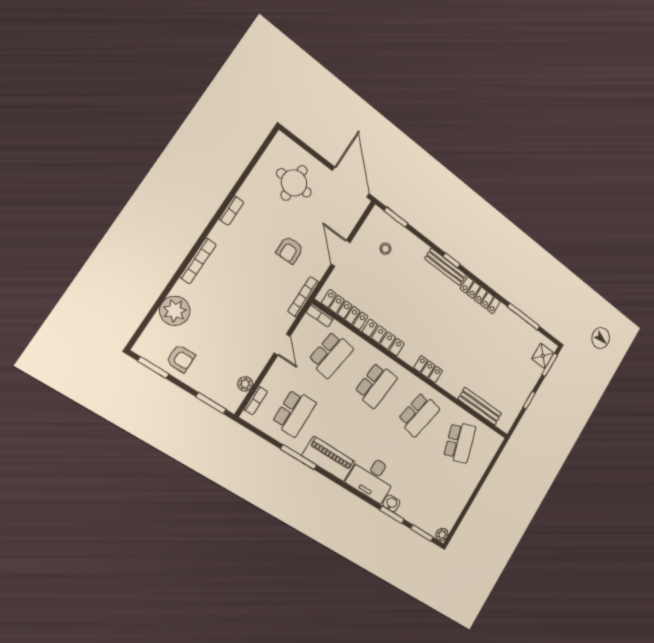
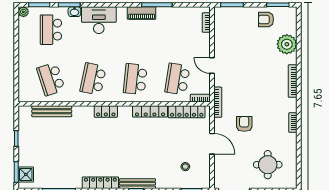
plant: (245, 384) -> (219, 28), removed
school desk: (294, 413) -> (51, 30), moved
piano: (329, 459) -> (142, 13), width x0.73, depth x0.75

